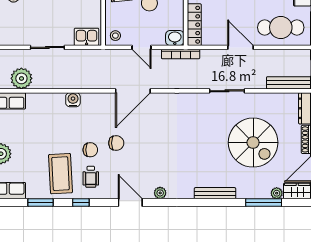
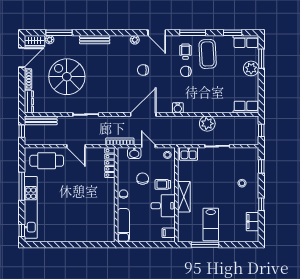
washbasin: (175, 38) -> (134, 153), moved
plant: (21, 78) -> (207, 124), moved
door: (133, 91) -> (143, 114), moved
water cooler: (73, 100) -> (178, 108), moved
chair: (116, 143) -> (143, 70), moved
window: (40, 203) -> (233, 33), moved
window: (81, 203) -> (193, 33), width x2.17

